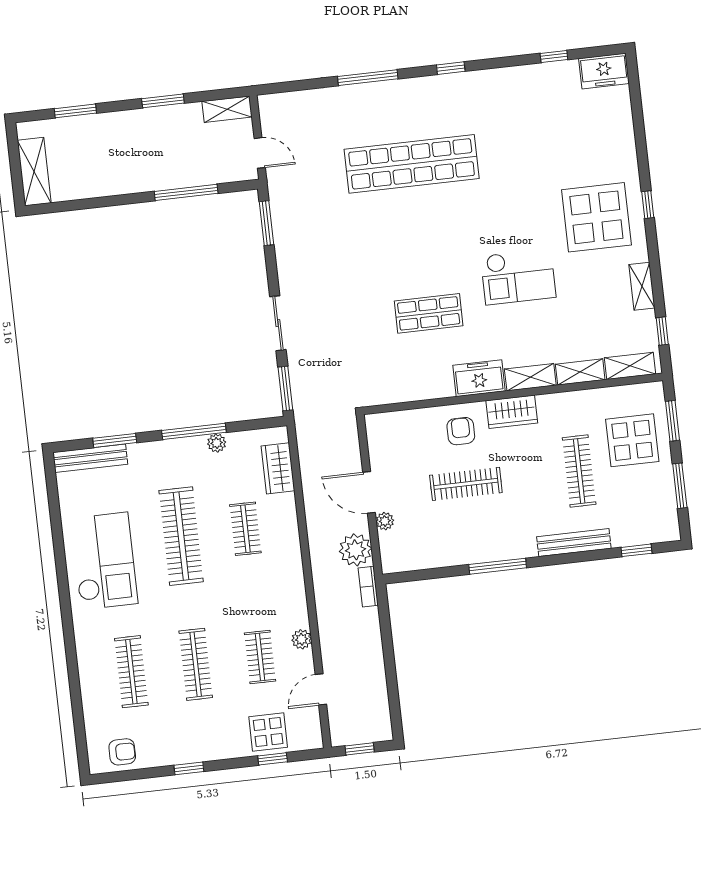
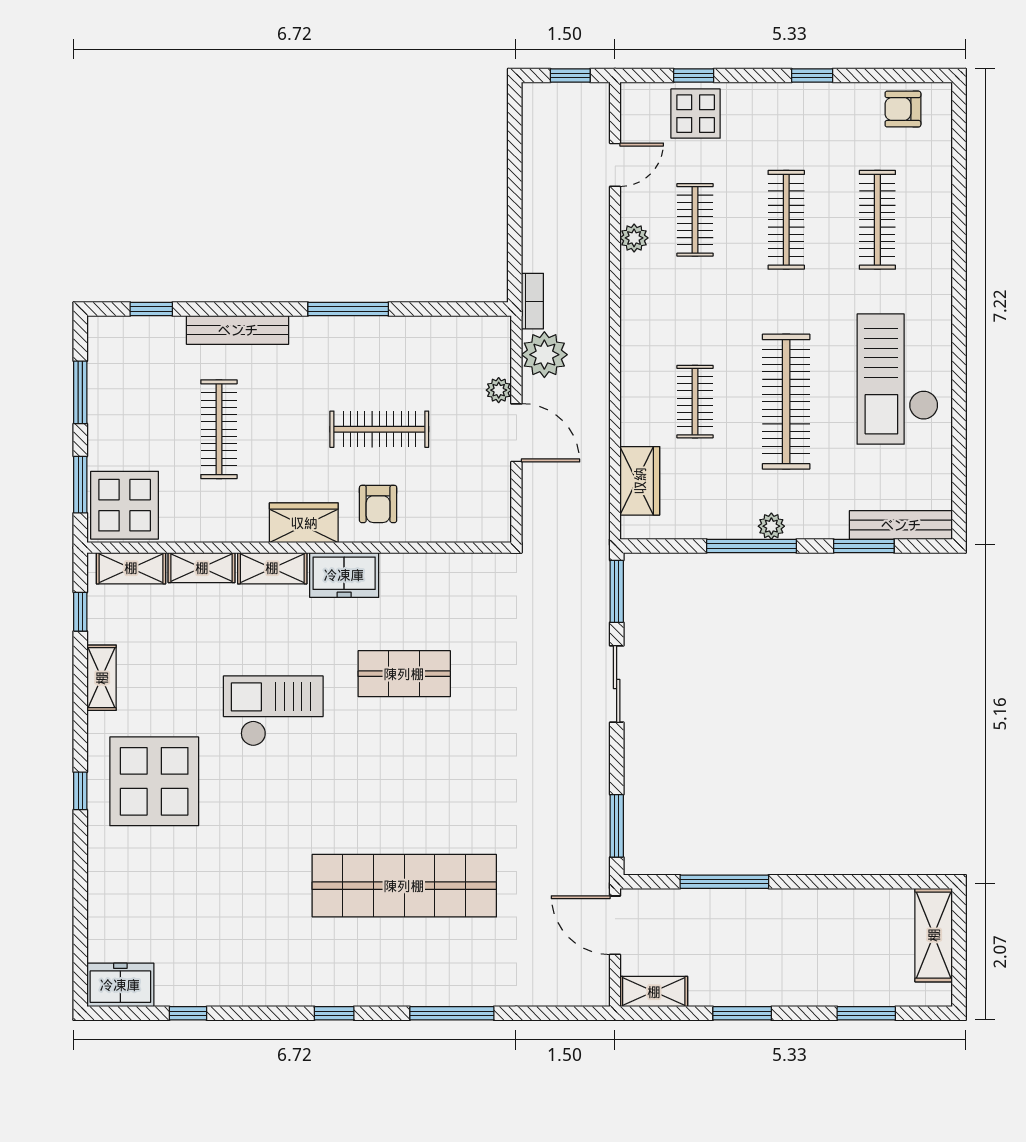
door: (260, 153) -> (615, 925), width x1.38
display table: (632, 440) -> (125, 505), moved
plant: (217, 443) -> (771, 526), moved

